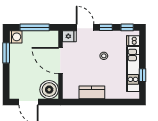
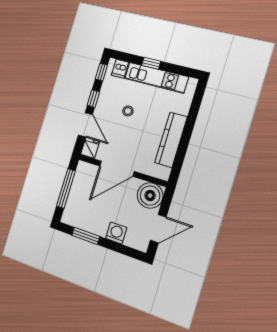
door: (85, 27) -> (85, 125), swing flipped
washing machine: (16, 37) -> (116, 233), moved
window: (143, 75) -> (151, 63), moved
kitchen counter: (92, 92) -> (171, 140), width x1.50

